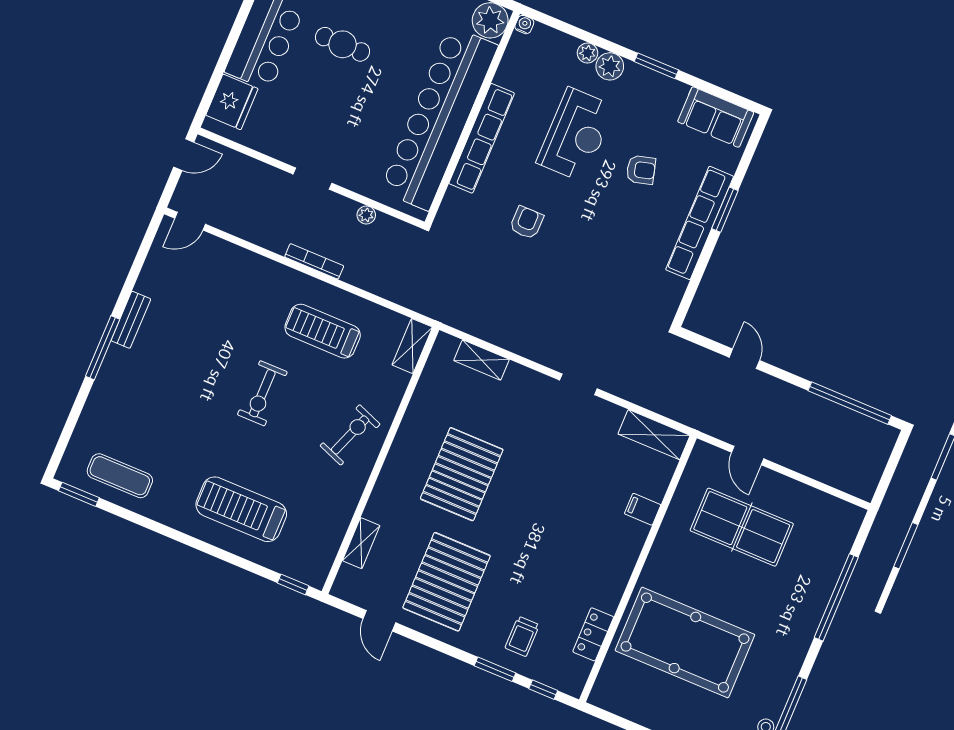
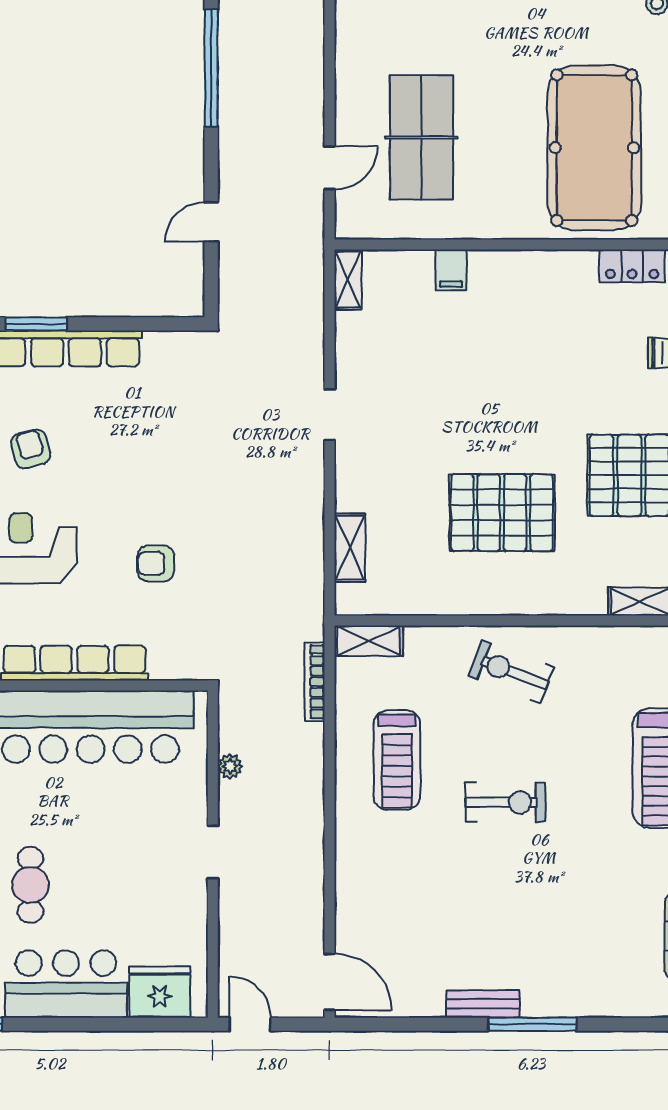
door: (190, 221) -> (330, 982), width x1.38
bookcase: (314, 261) -> (315, 682), moved
shelving: (654, 435) -> (348, 280), width x0.67, depth x0.75

